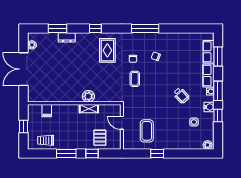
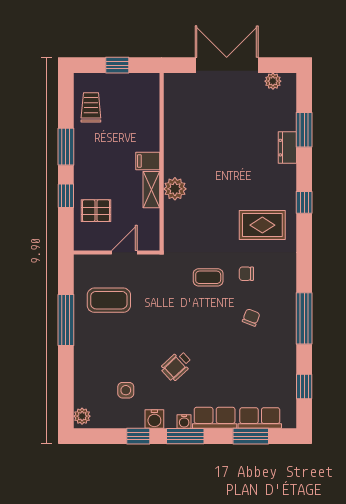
window: (145, 29) -> (304, 318), moved
window: (192, 29) -> (304, 386), added
filing cabinet: (47, 111) -> (148, 161), moved
window: (157, 153) -> (66, 320), width x2.17

